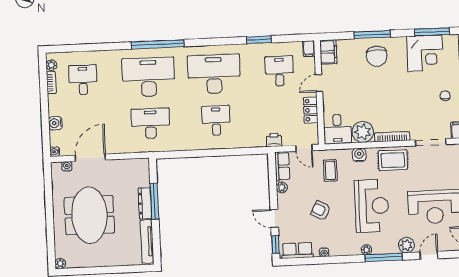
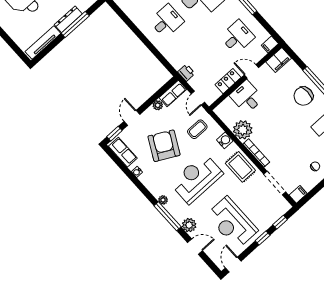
desk: (337, 129) -> (247, 97), moved, turned 90
reception desk: (372, 206) -> (197, 178), turned 180
armchair: (321, 211) -> (164, 146), width x1.88, depth x1.88

